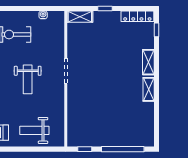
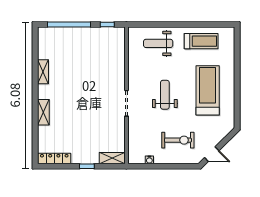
window: (156, 30) -> (35, 145), removed
shelving: (149, 89) -> (43, 72), moved
weight bench: (34, 130) -> (158, 43), turned 180

